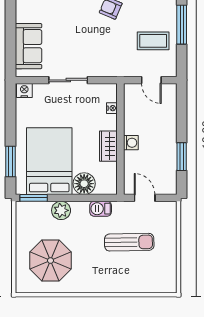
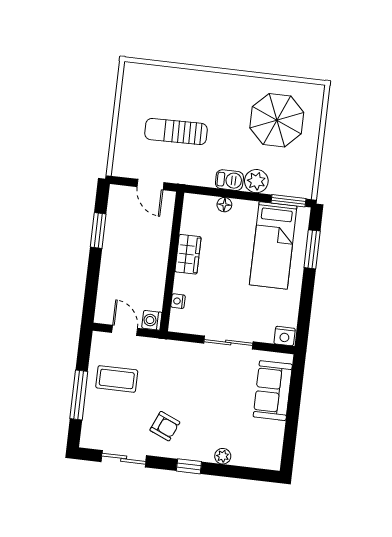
washing machine: (131, 143) -> (152, 320), moved
bed: (49, 161) -> (273, 245), width x0.67
floor lamp: (84, 184) -> (224, 205), width x0.53, depth x0.53
barbecue: (101, 209) -> (229, 180), moved

